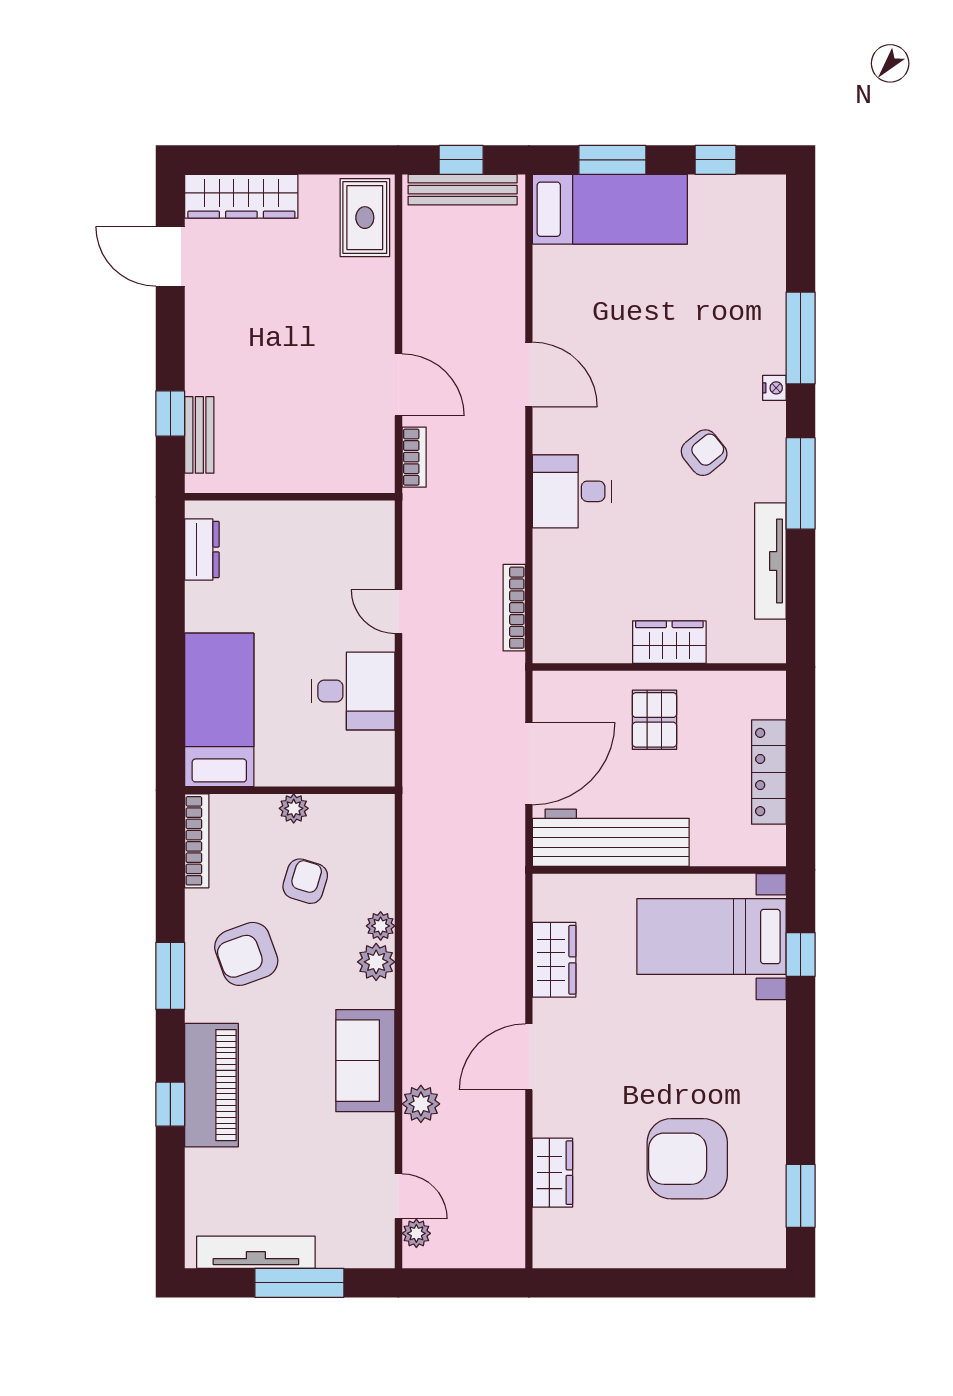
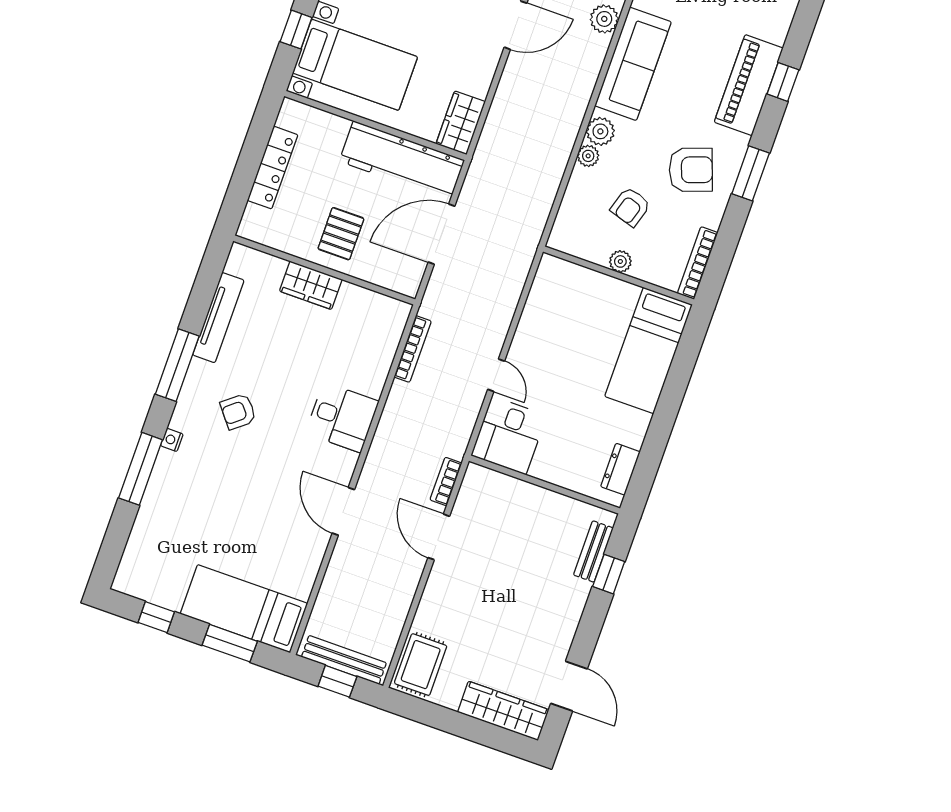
desk: (353, 691) -> (509, 435), moved, turned -90
wardrobe: (554, 960) -> (461, 123), moved
sofa: (365, 1061) -> (633, 64), width x1.36

